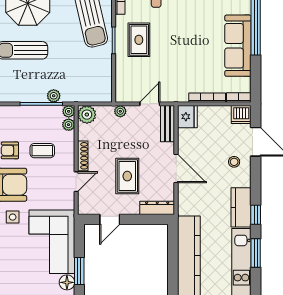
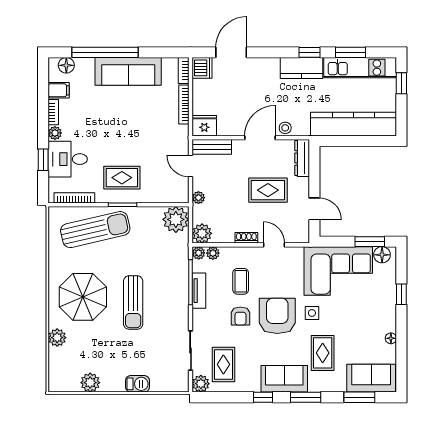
plant: (54, 96) -> (176, 219), moved, width x1.87, depth x1.87
tv unit: (34, 112) -> (199, 291), added
shoe rack: (83, 156) -> (246, 238), width x0.70
stool: (234, 162) -> (285, 128), moved

